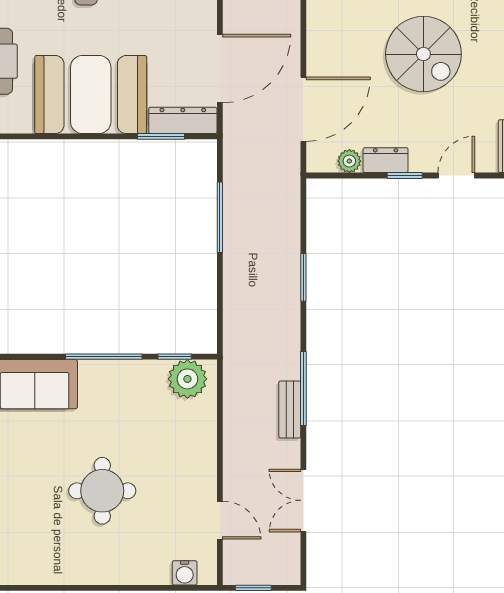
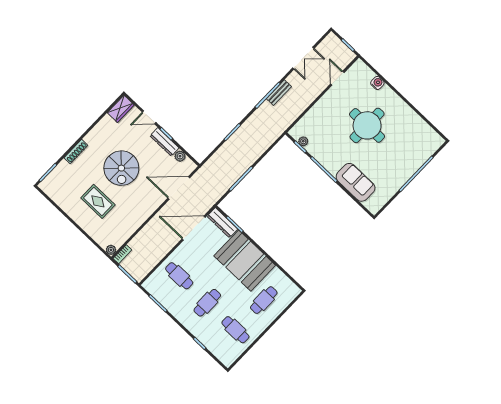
spiral stairs: (423, 54) -> (121, 168), turned 180
dresser: (386, 160) -> (164, 142), width x1.44
plant: (187, 379) -> (303, 141), width x0.53, depth x0.53
round table: (102, 491) -> (367, 125), width x1.36, depth x1.36
water cooler: (185, 573) -> (377, 83), moved

